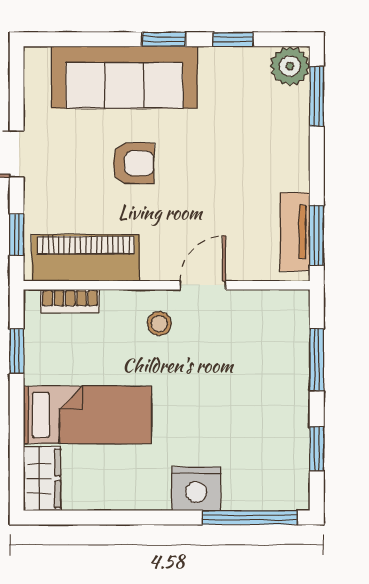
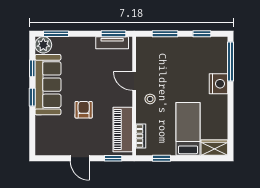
sofa: (124, 77) -> (48, 85), moved

